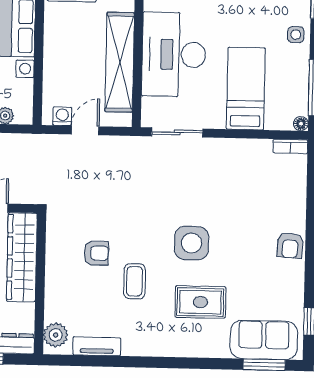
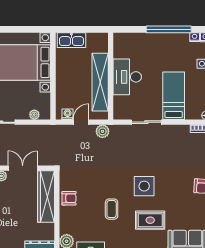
desk: (174, 54) -> (127, 77), width x0.73, depth x0.77
sliding door: (177, 132) -> (146, 122), moved
plant: (122, 147) -> (102, 131), added
armchair: (96, 253) -> (69, 198), moved

